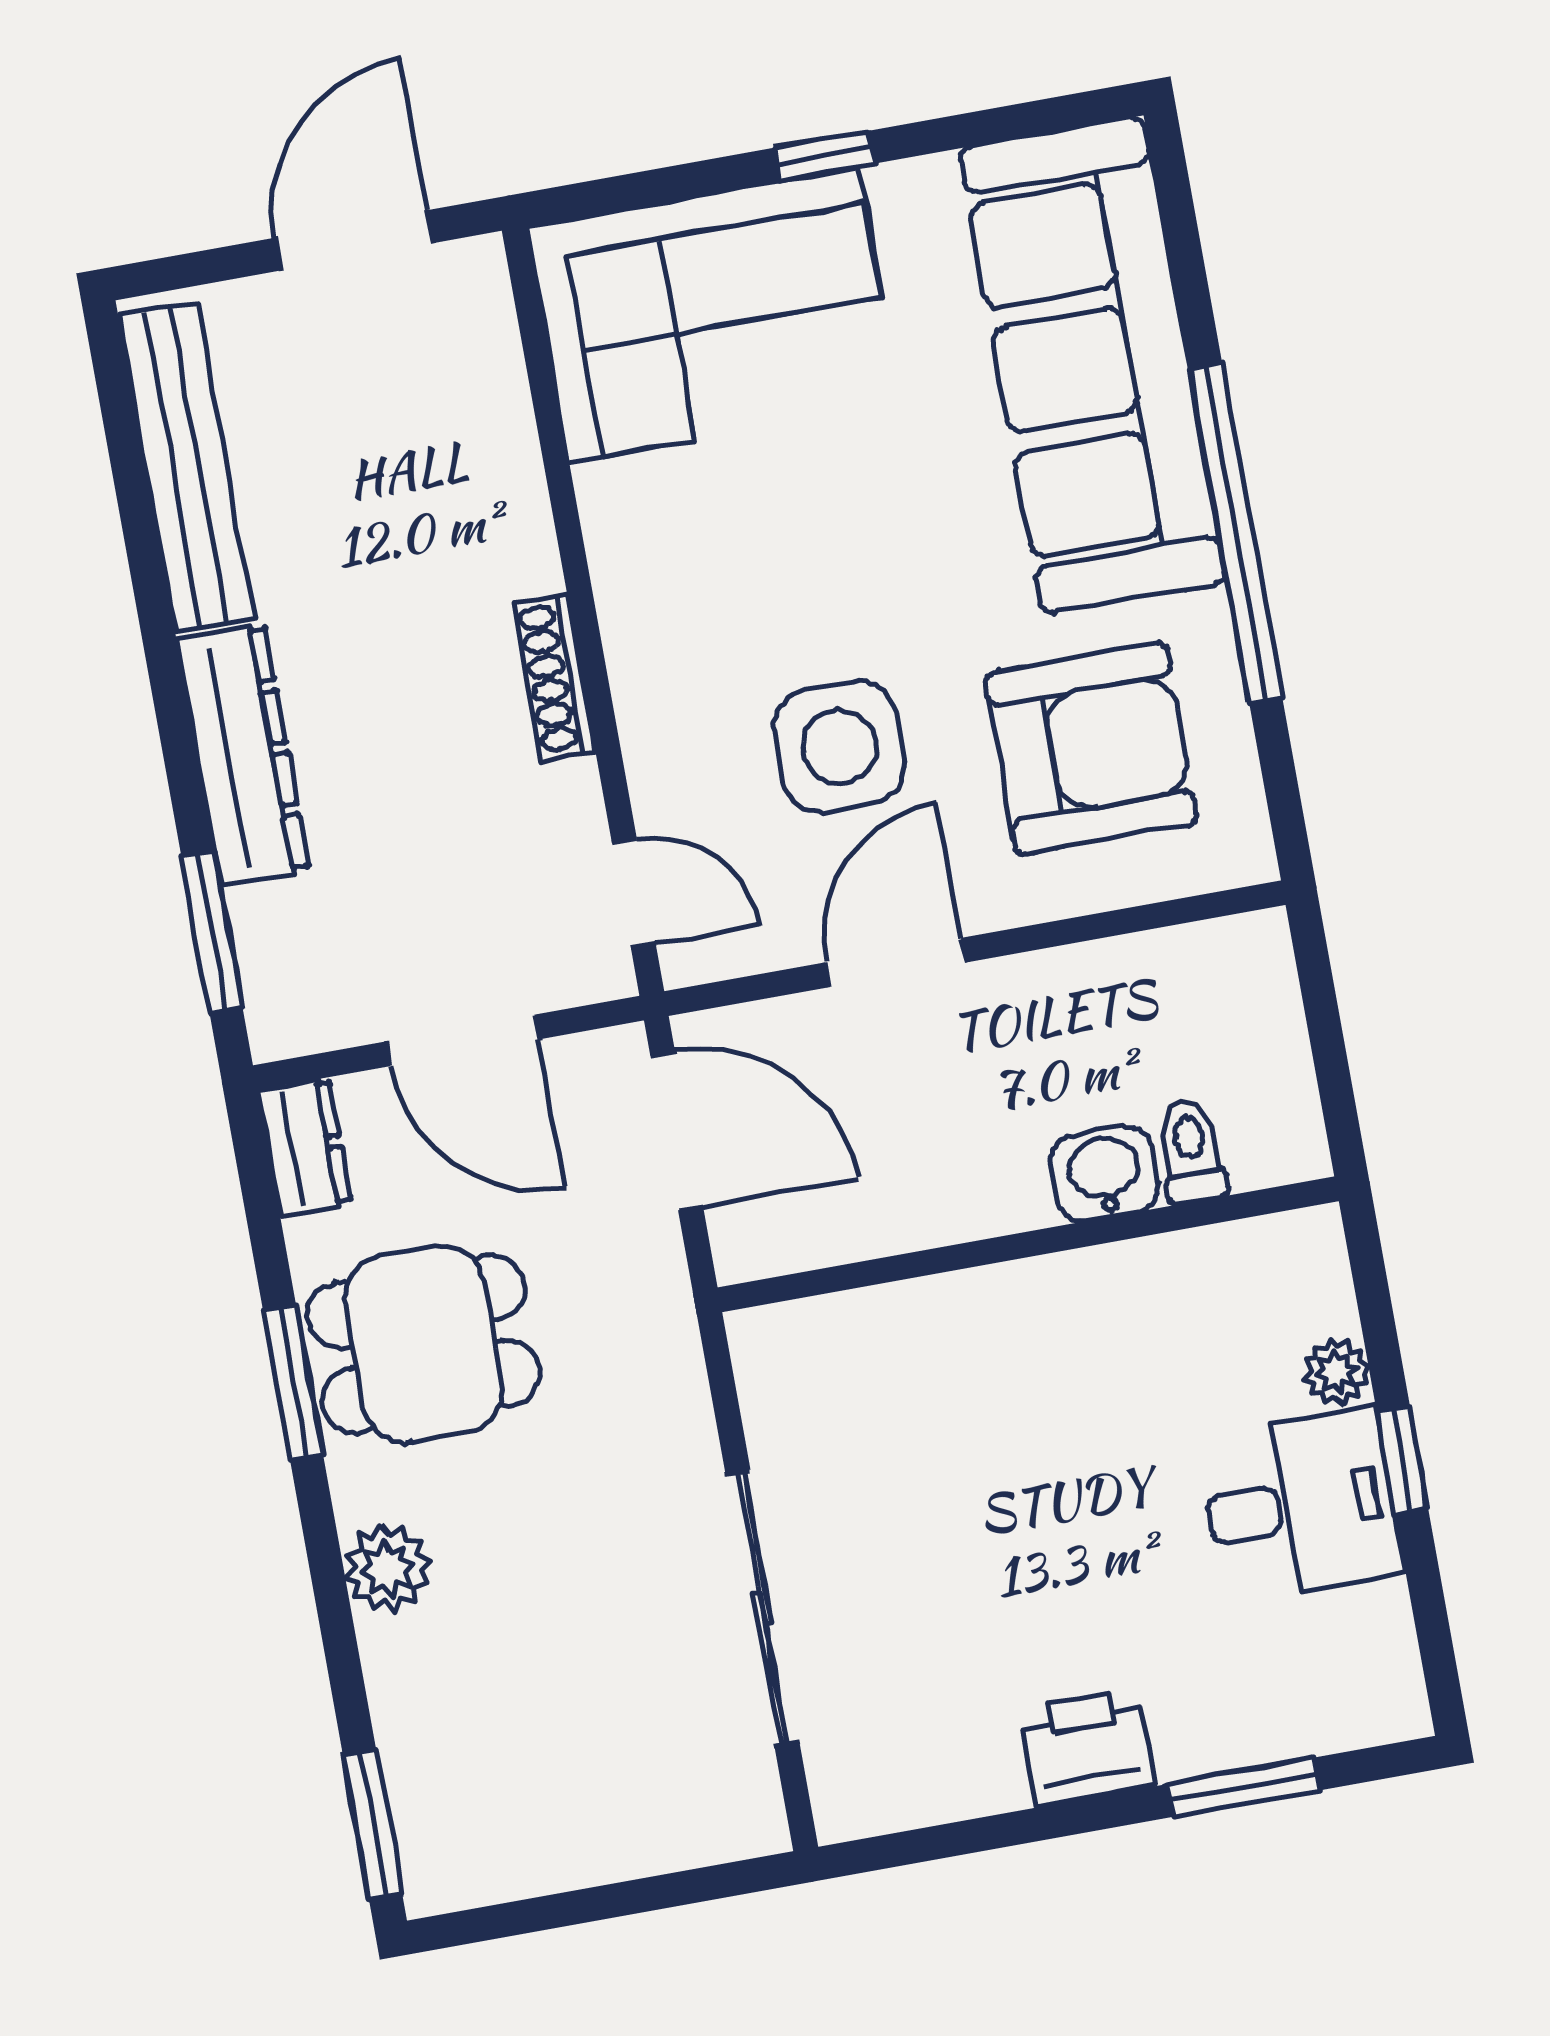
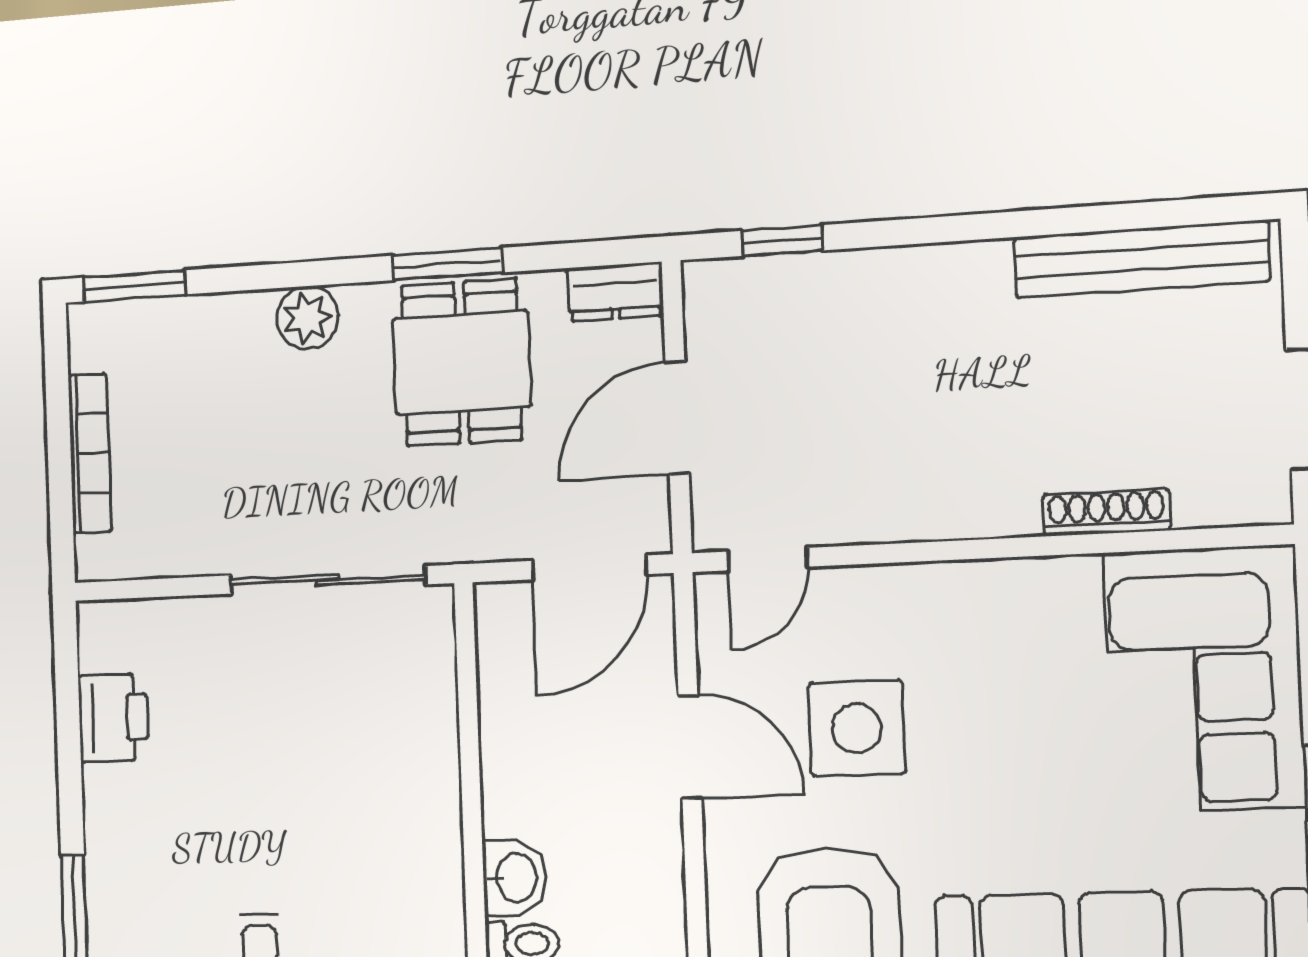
shoe rack: (554, 677) -> (1106, 512), moved
dresser: (243, 755) -> (913, 278), removed
window: (212, 933) -> (782, 241), width x0.67
sliding door: (763, 1608) -> (327, 580), moved
printer: (1088, 1747) -> (113, 718), moved
bookcase: (611, 1855) -> (90, 453), added

